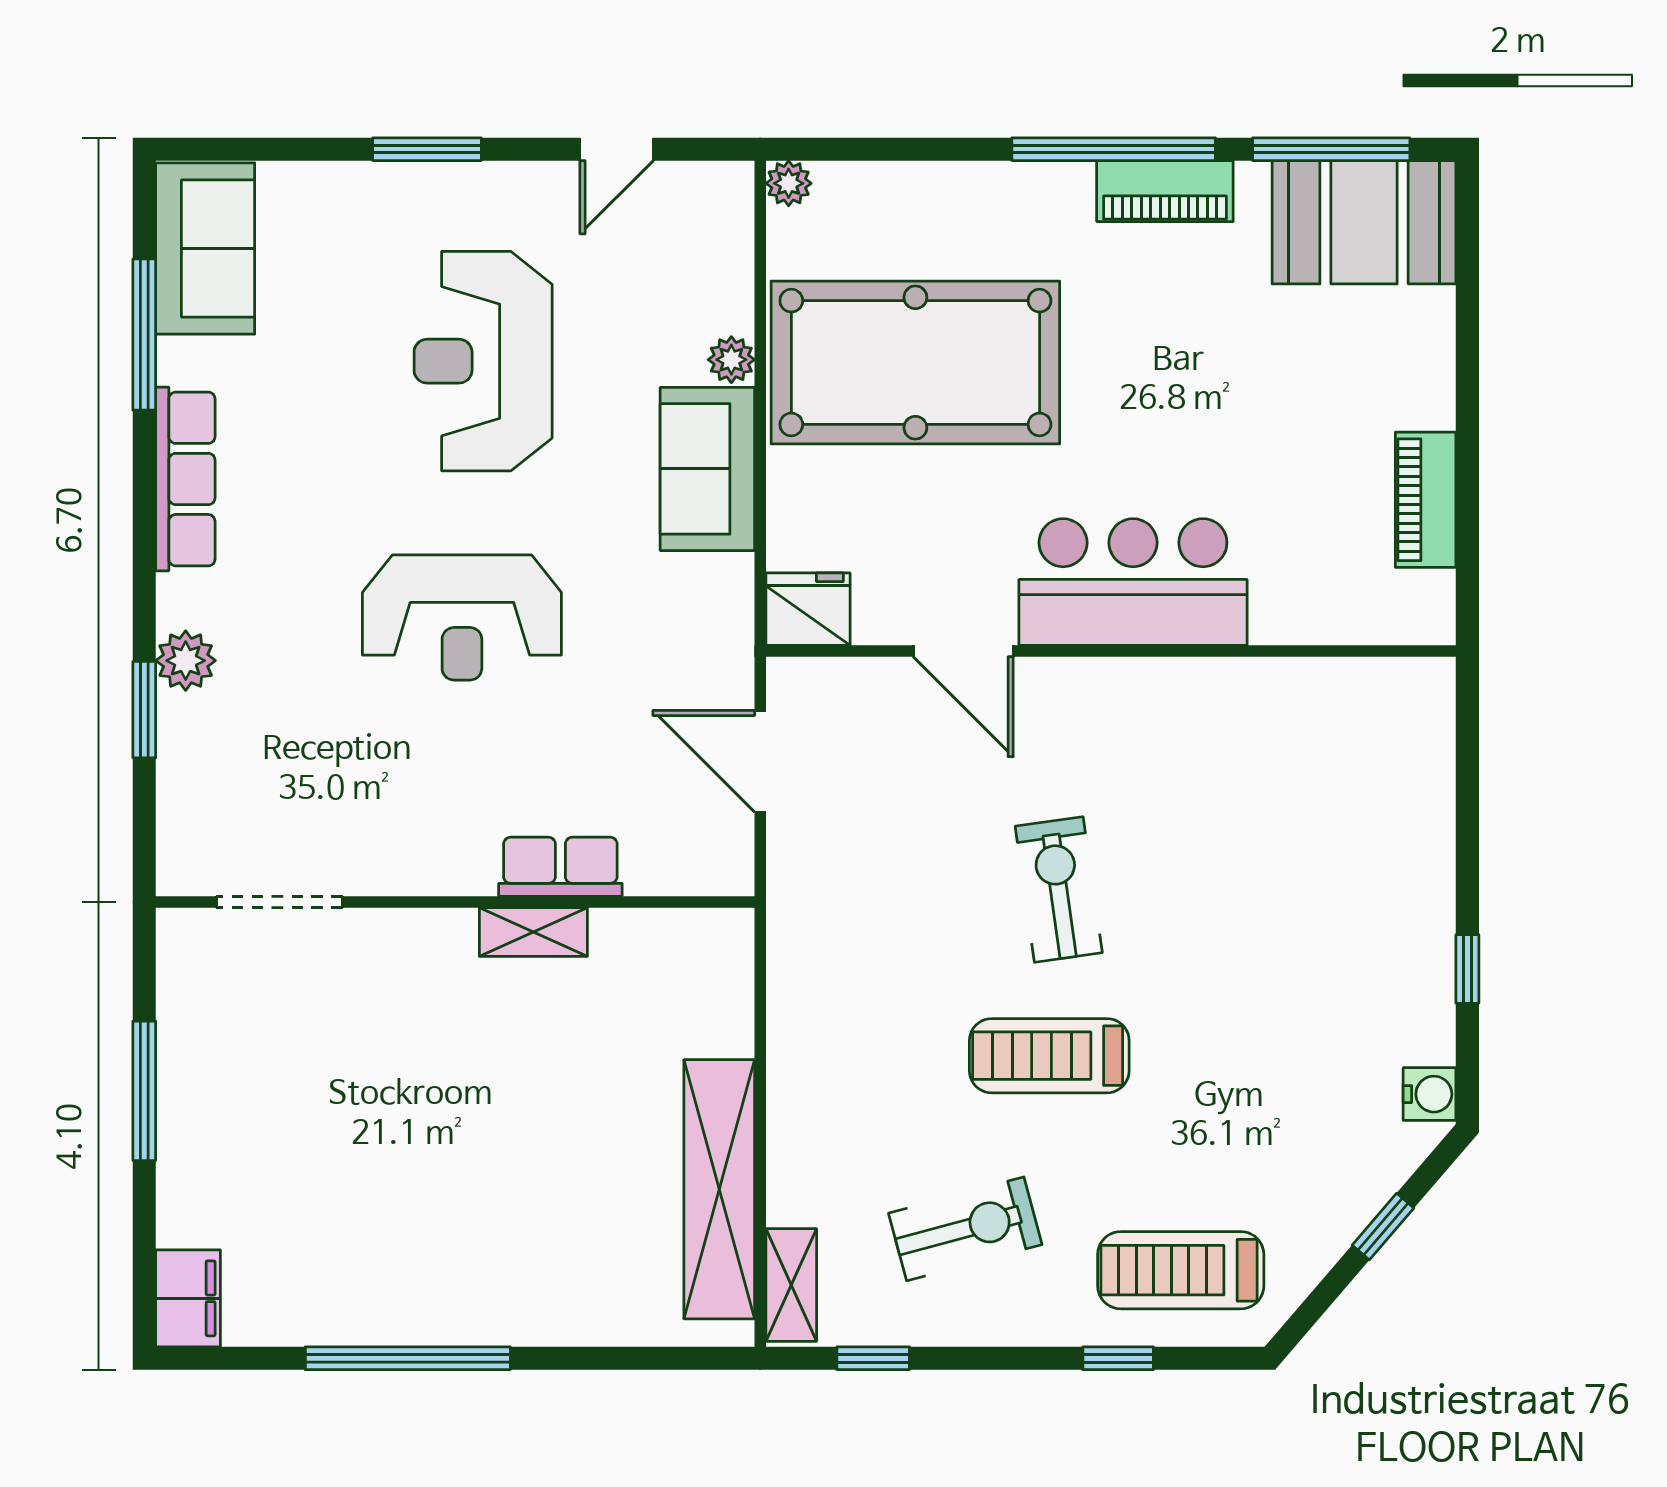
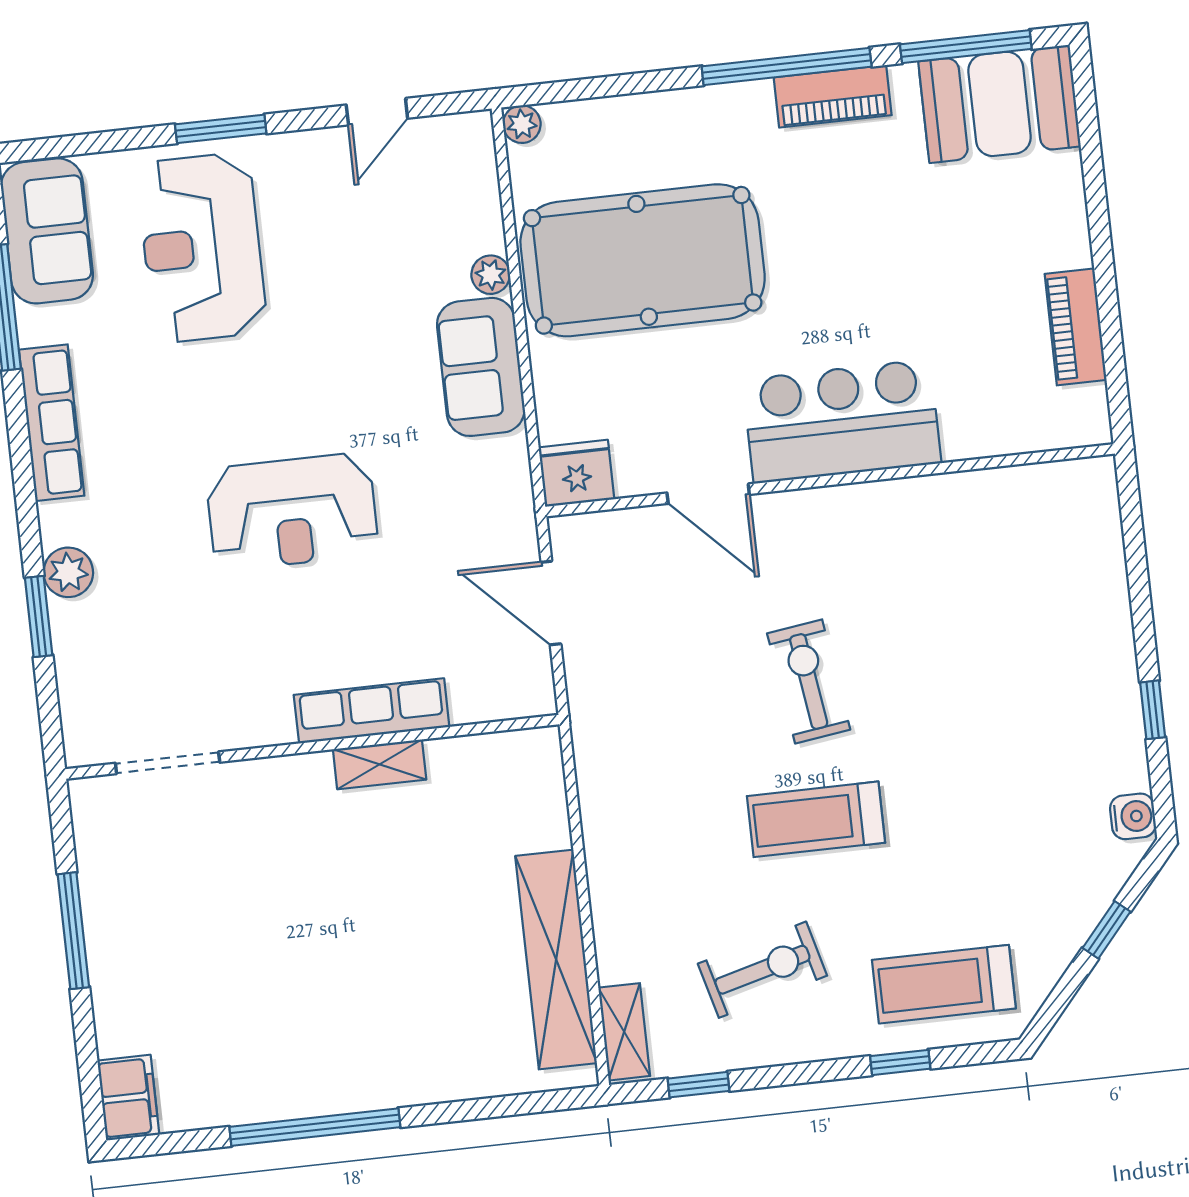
reception desk: (483, 361) -> (202, 248), moved
row of seats: (560, 867) -> (372, 711), width x1.48

